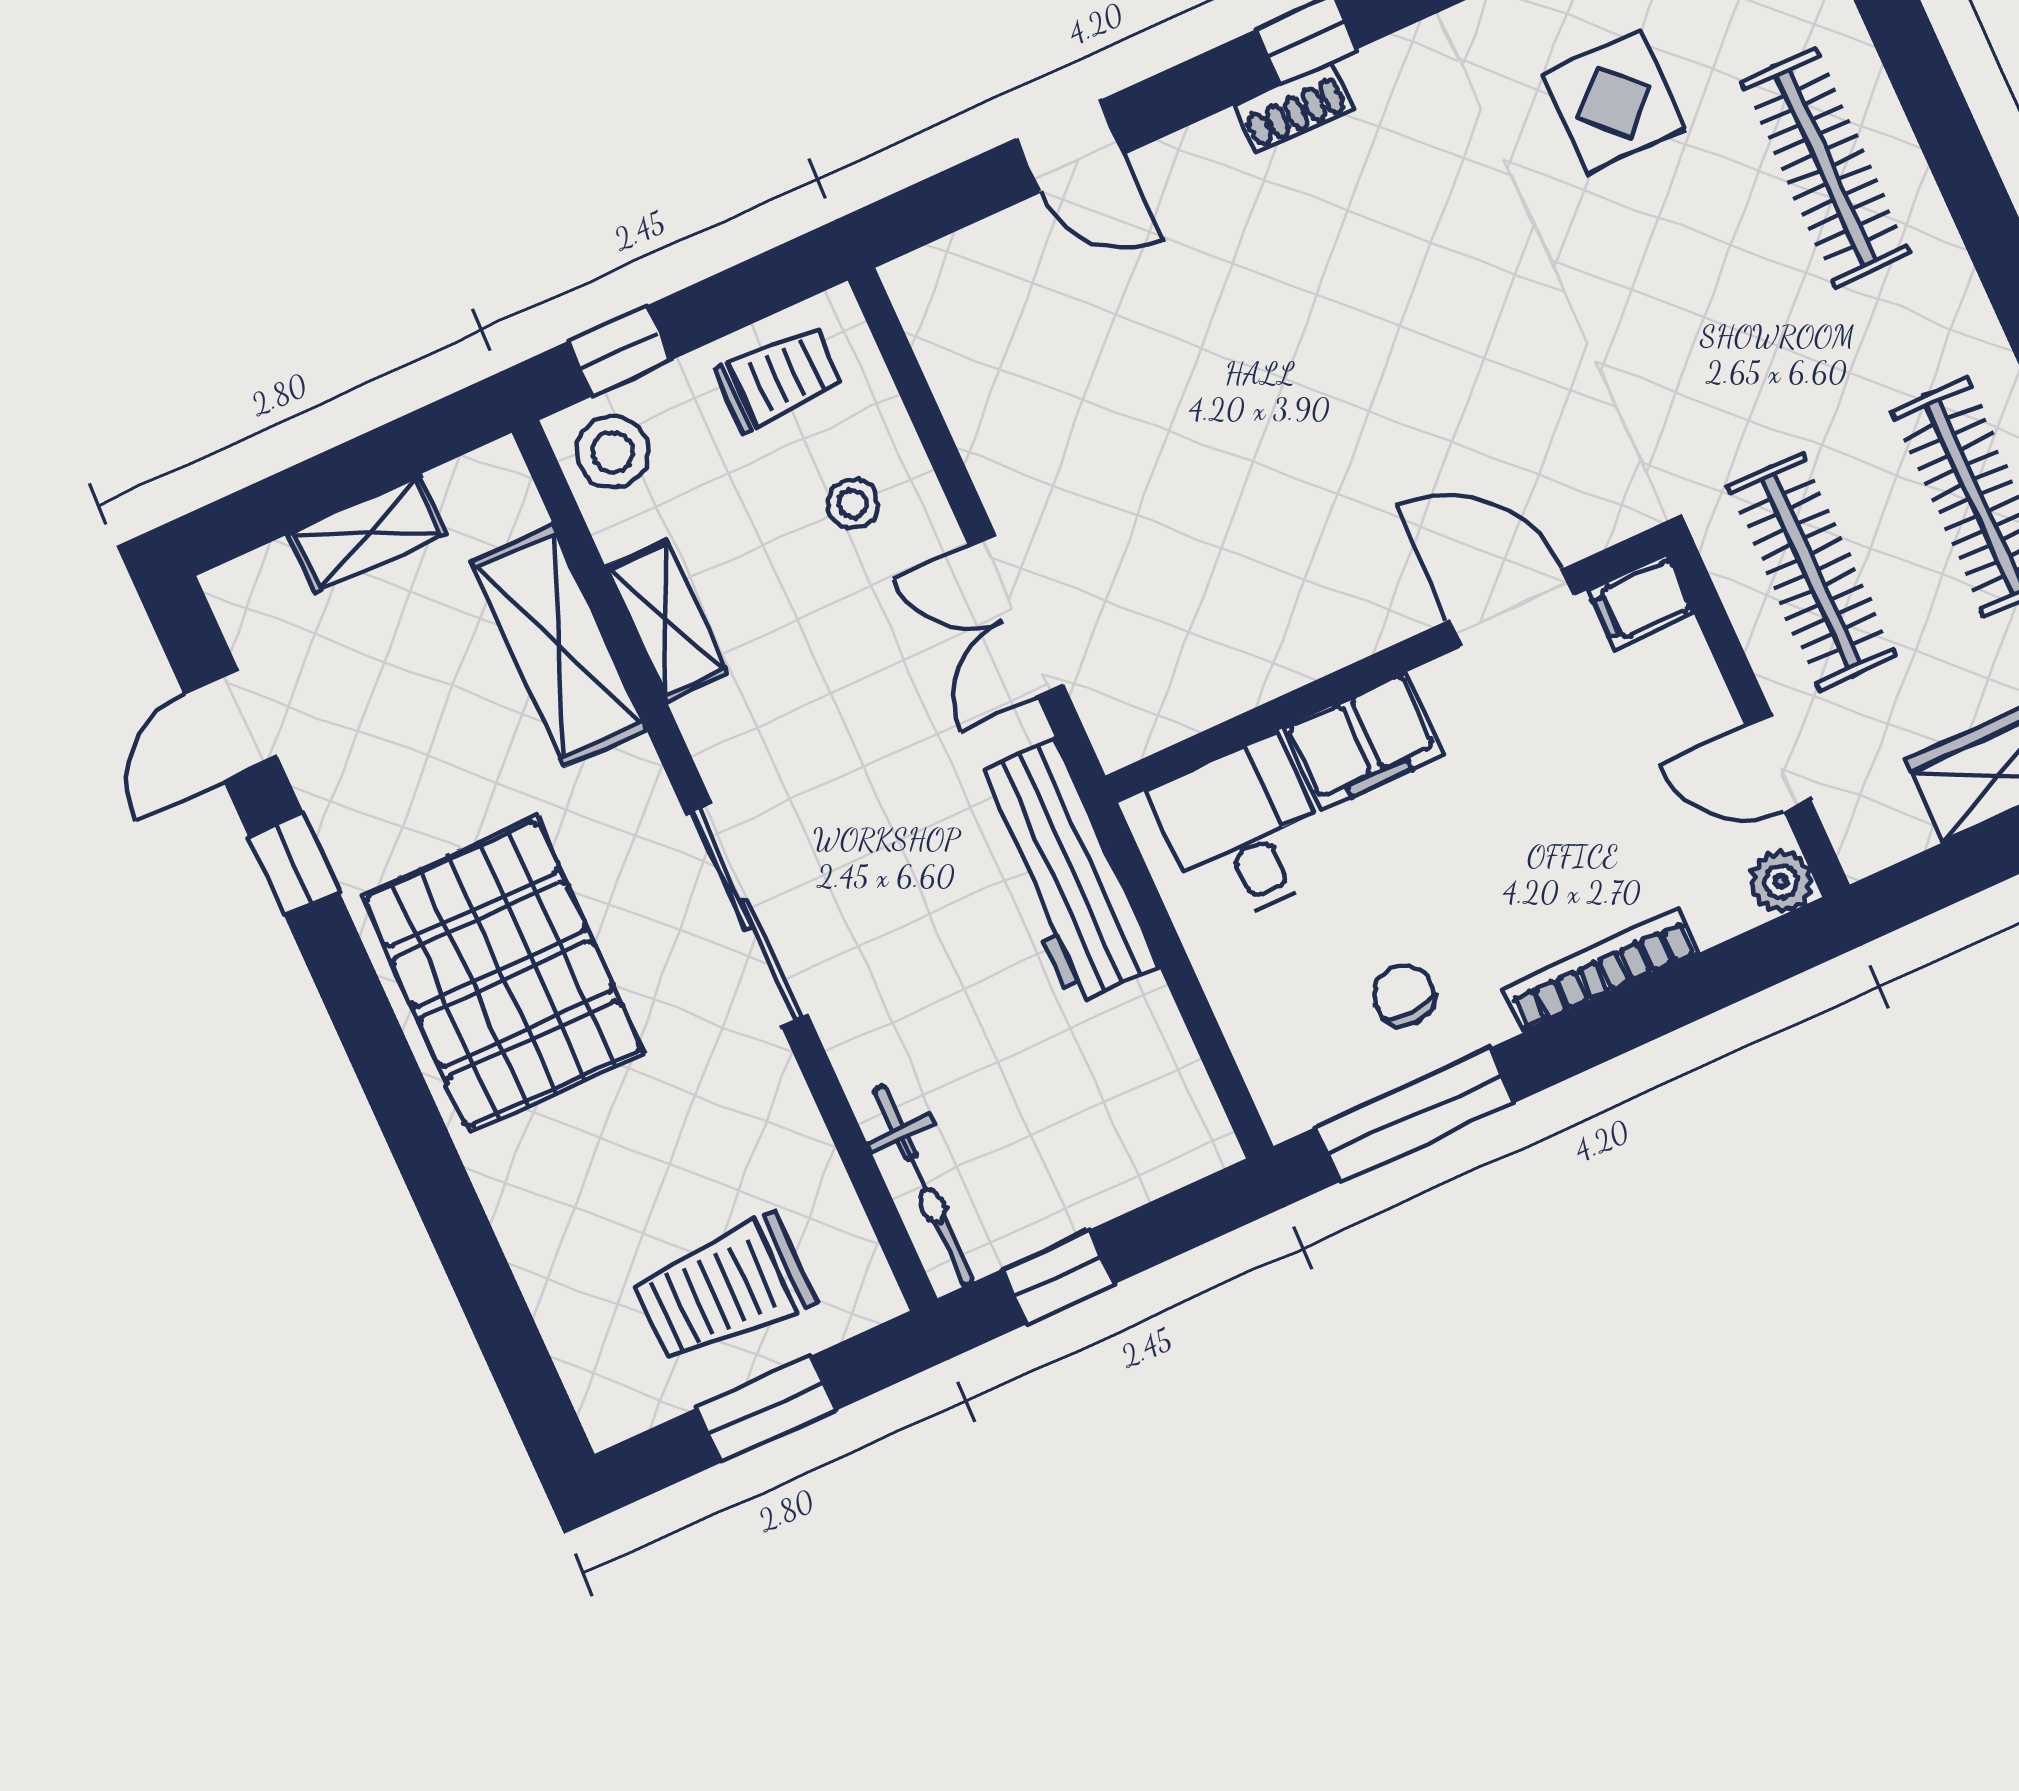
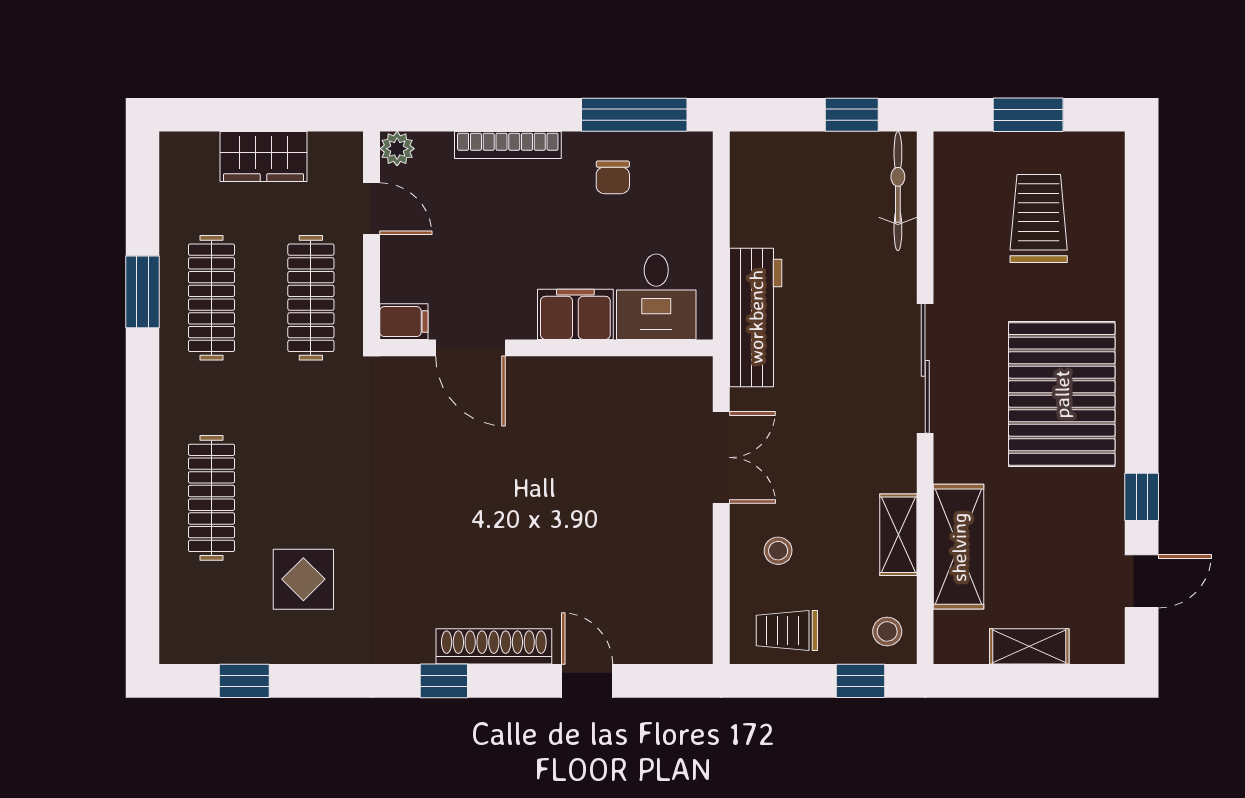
shoe rack: (1293, 107) -> (494, 646), width x1.94, depth x1.24
stool: (613, 452) -> (887, 631), width x0.73, depth x0.73
trolley: (724, 1290) -> (1039, 219), moved, turned -90

